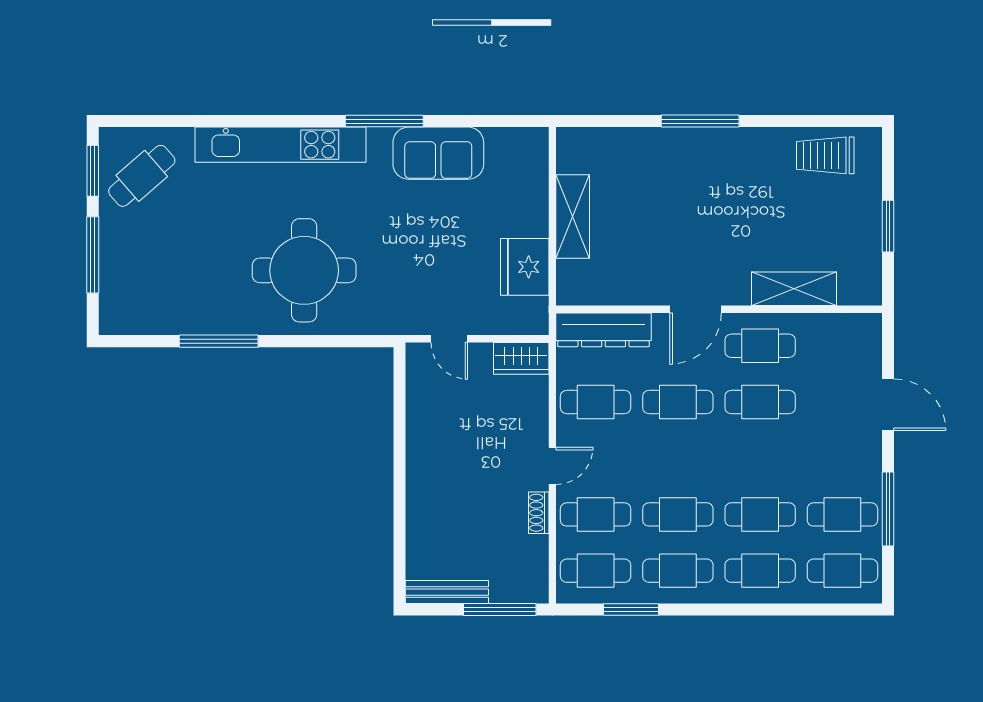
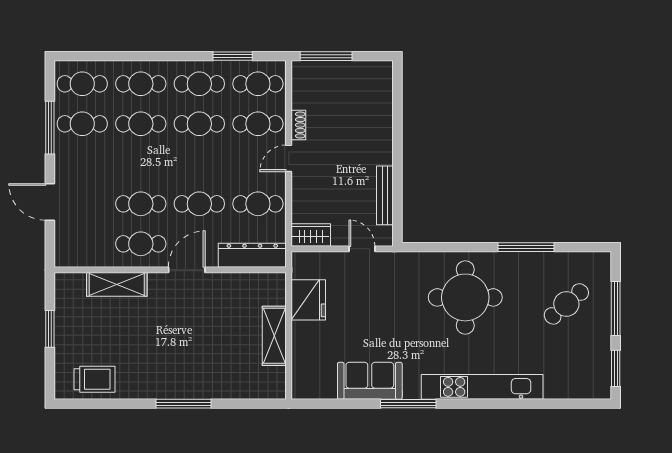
cafe table: (142, 176) -> (566, 304), moved
bench: (447, 592) -> (385, 195), moved, turned 90

